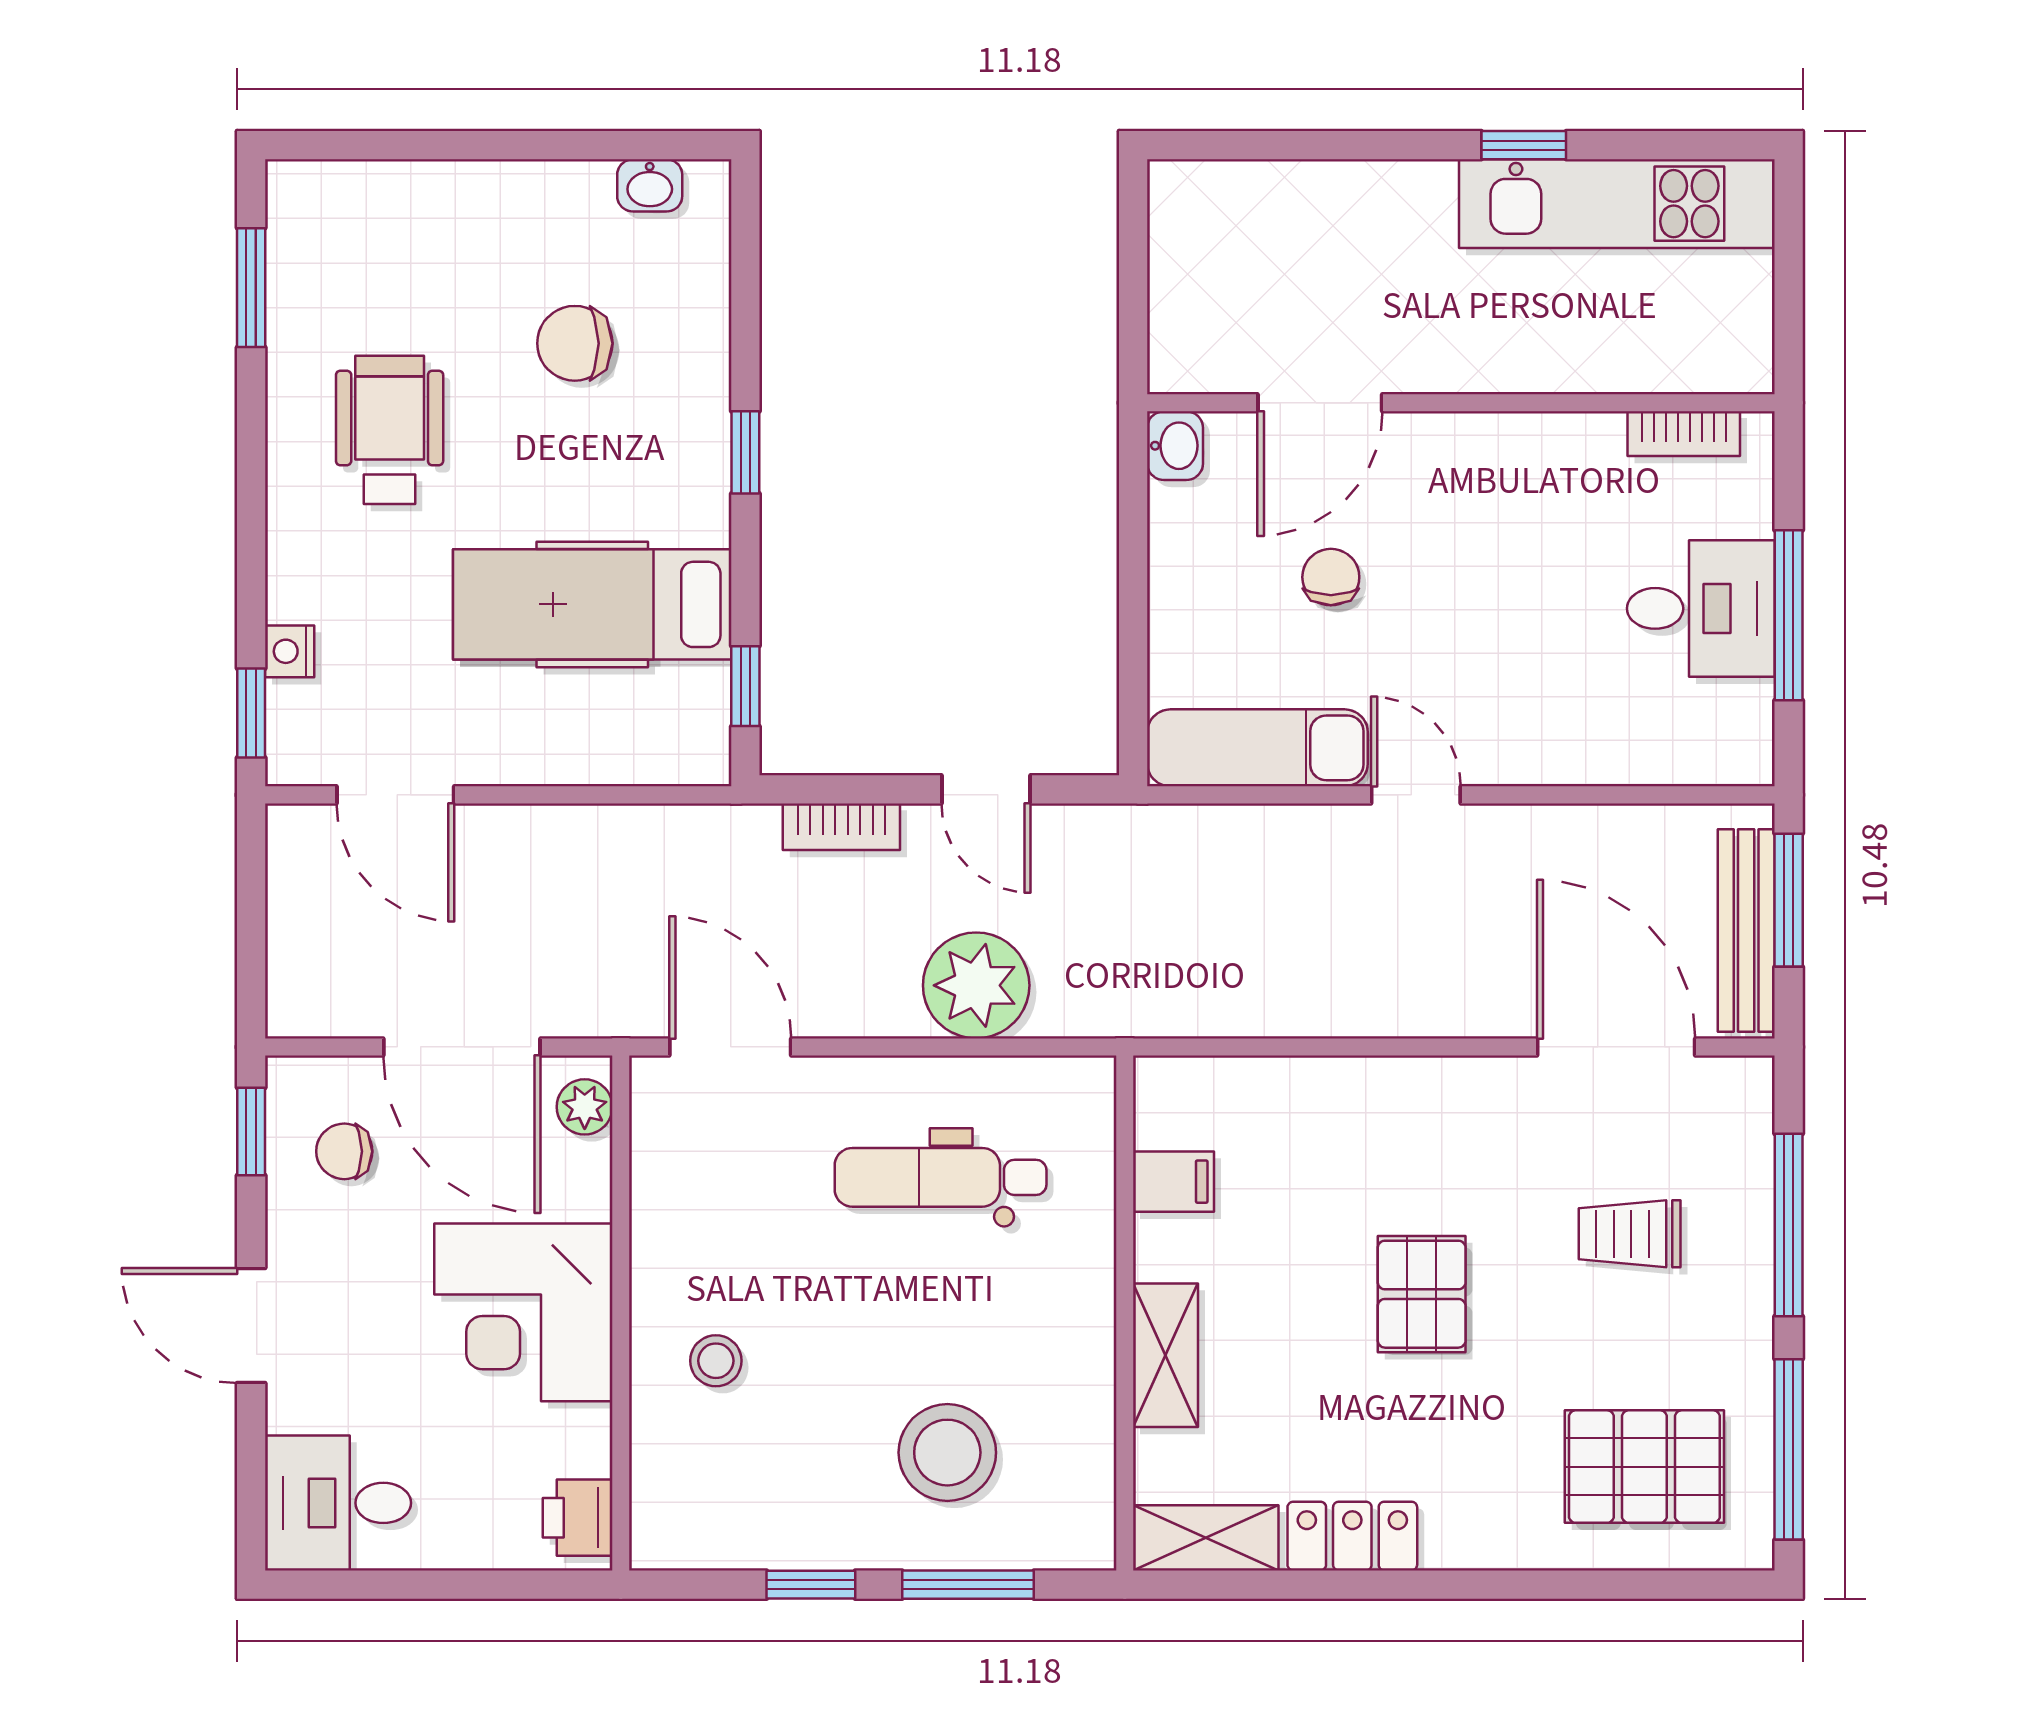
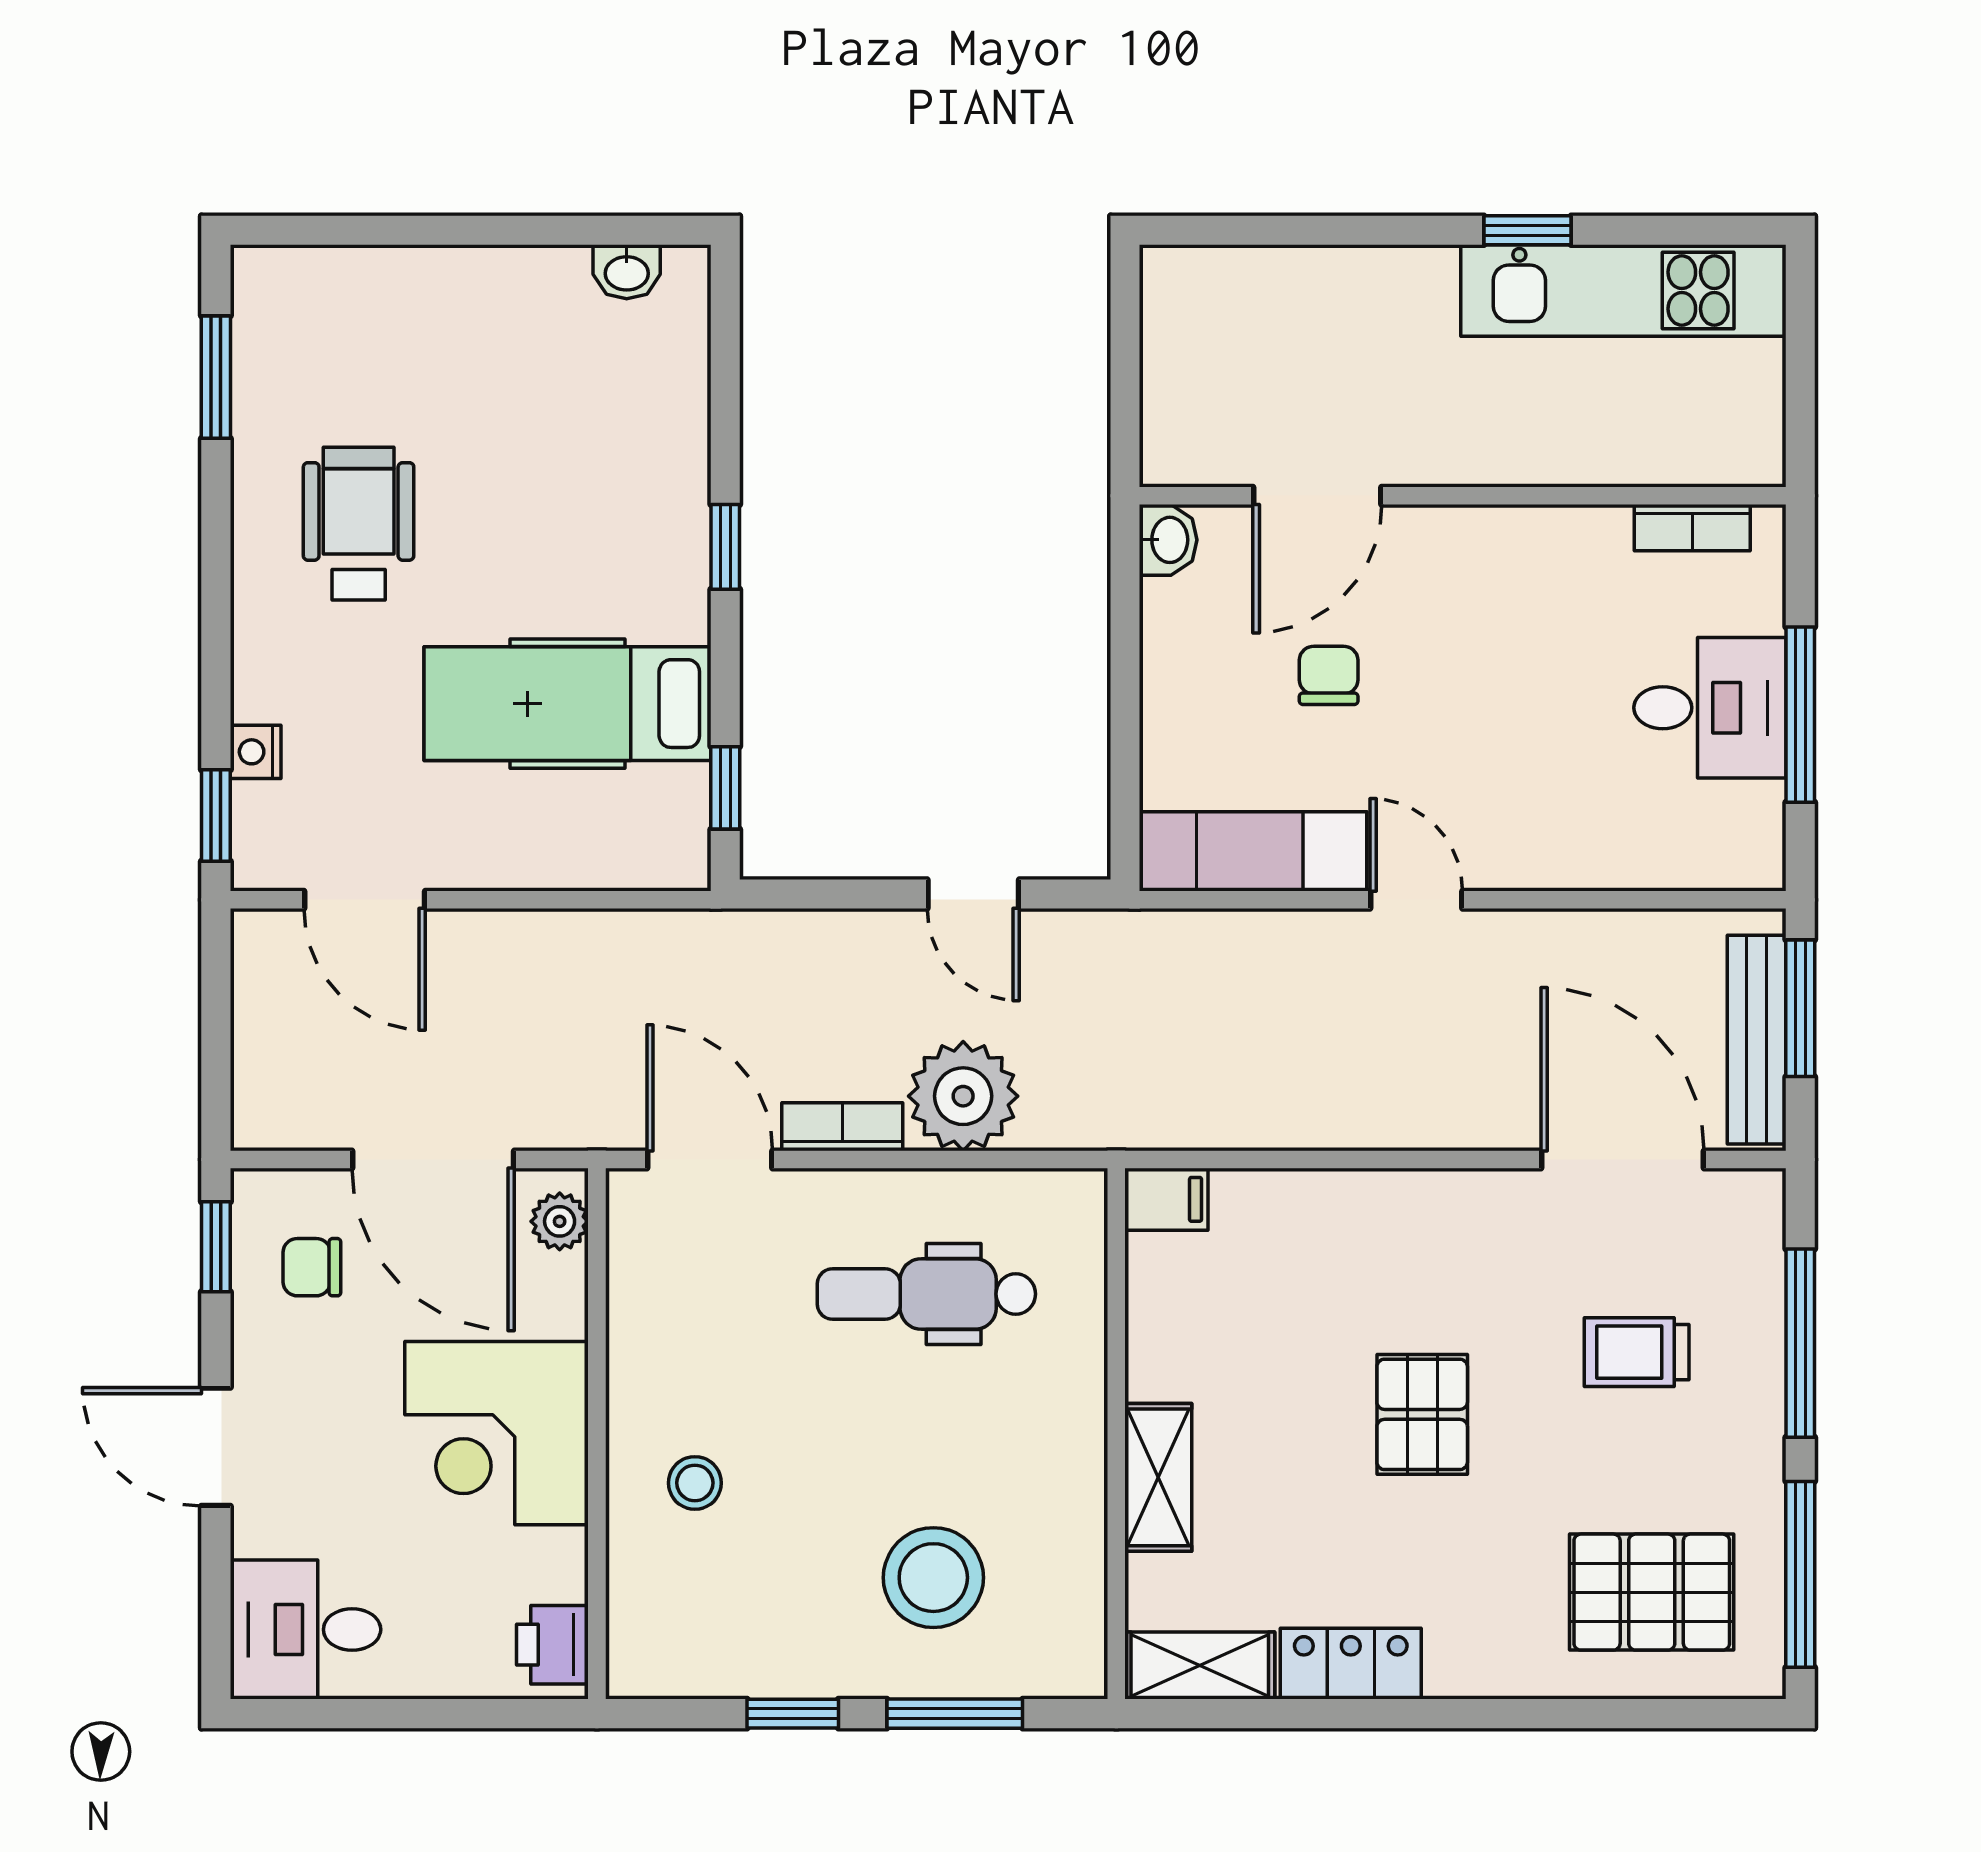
chair: (575, 343) -> (549, 434), removed
bookcase: (841, 827) -> (842, 1127), moved, turned 180
filing cabinet: (1174, 1182) -> (1166, 1199), moved

